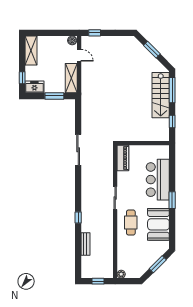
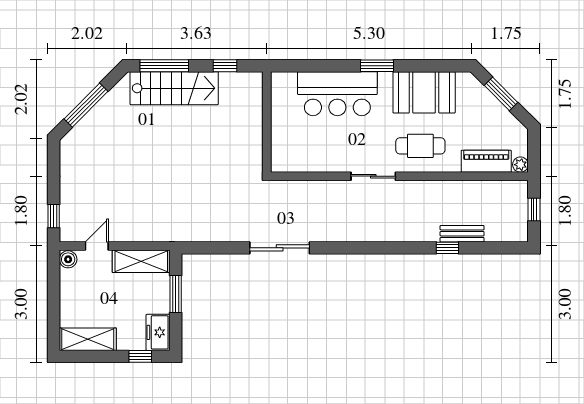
window: (152, 50) -> (86, 105), width x1.44
piano: (123, 158) -> (486, 161), moved
window: (78, 217) -> (447, 248), moved

